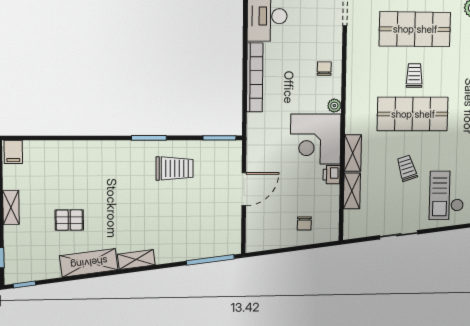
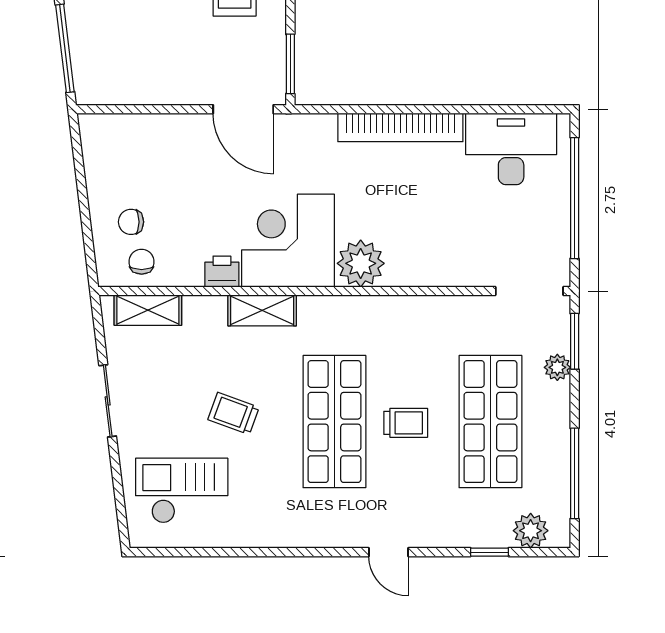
chair: (324, 69) -> (142, 262), moved, turned -90
plant: (334, 106) -> (361, 263), width x1.88, depth x1.88
trolley: (407, 168) -> (233, 413), turned -142
door: (244, 189) -> (243, 109), moved
shelving: (352, 191) -> (148, 310), moved

